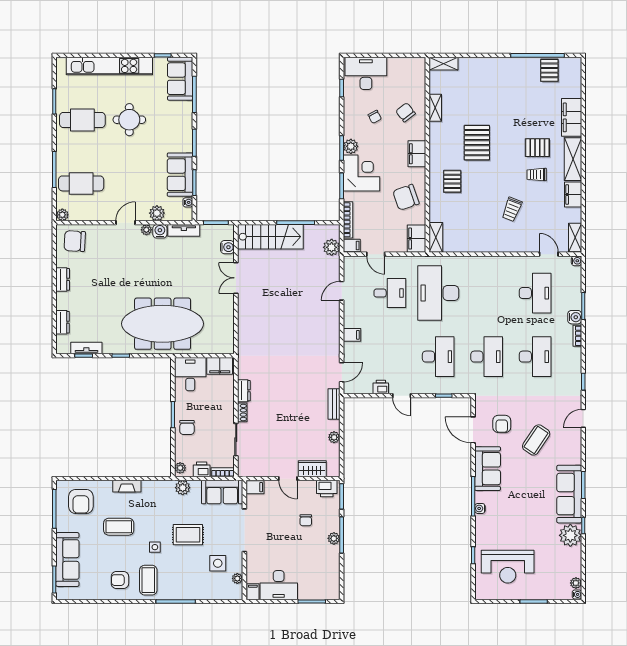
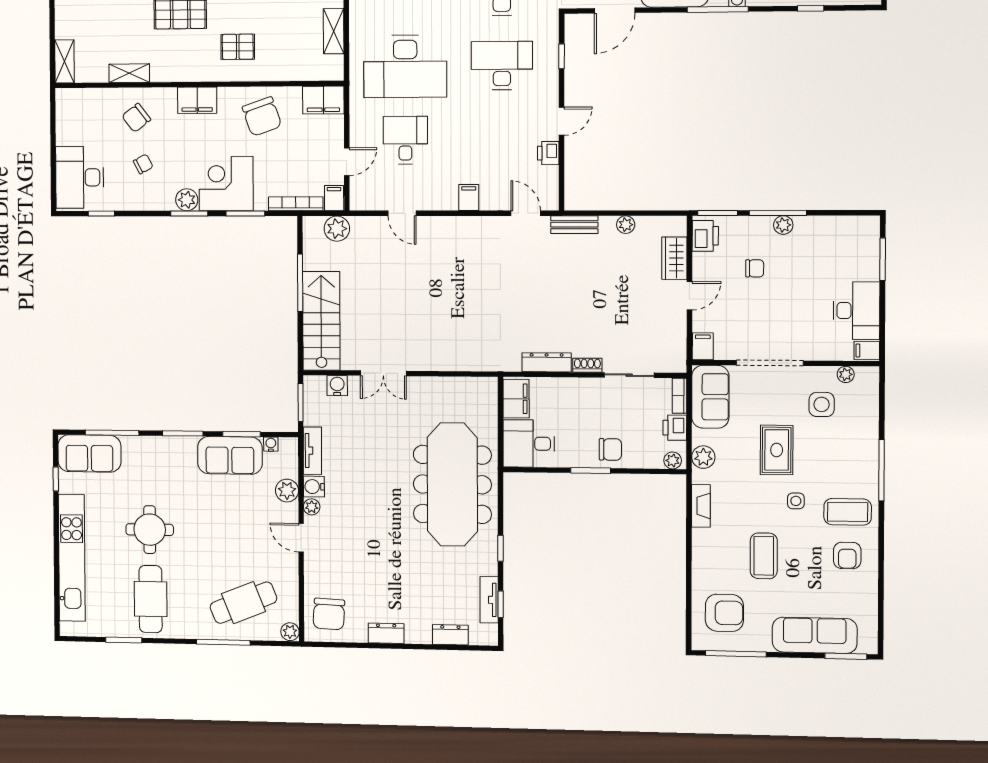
cafe table: (81, 183) -> (243, 603), turned 68
shelving: (436, 237) -> (334, 31), moved, turned 90
dresser: (244, 391) -> (547, 362), width x1.44
fireplace: (127, 486) -> (701, 506), moved

